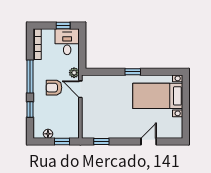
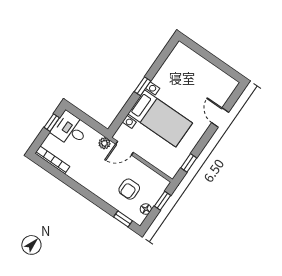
window: (30, 76) -> (79, 188), removed
armchair: (54, 88) -> (129, 189), moved
bed with nightstands: (158, 96) -> (160, 118), moved, turned -90
window: (30, 109) -> (123, 219), moved

